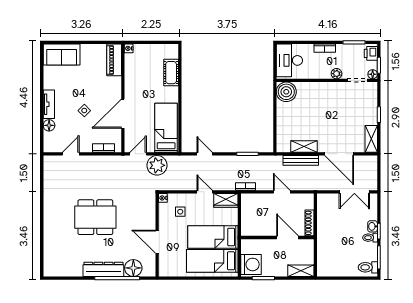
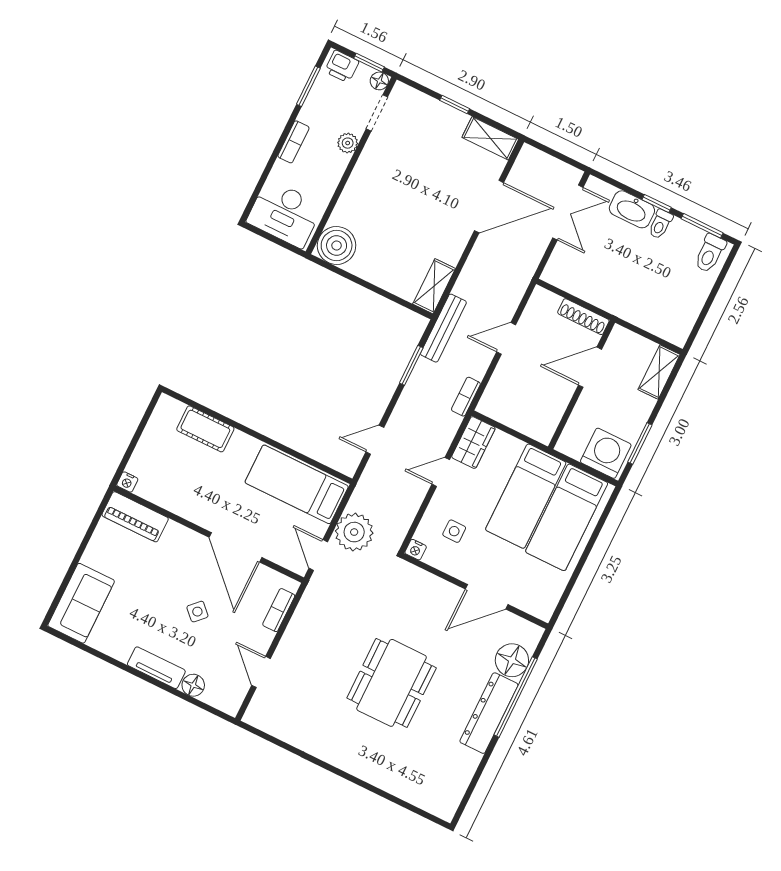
shelving: (304, 146) -> (434, 286), moved
bench: (301, 160) -> (443, 328), moved
washbasin: (373, 226) -> (632, 209), width x1.91, depth x1.45

